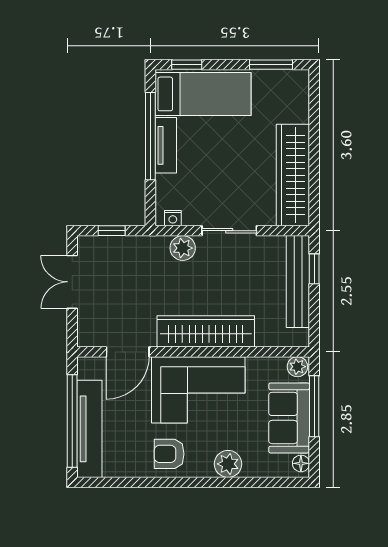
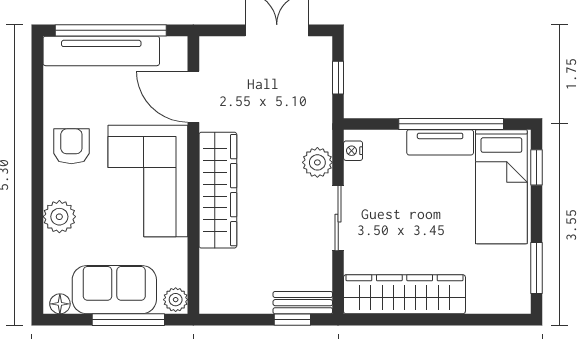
bench: (298, 282) -> (303, 303), width x0.54, depth x0.82

